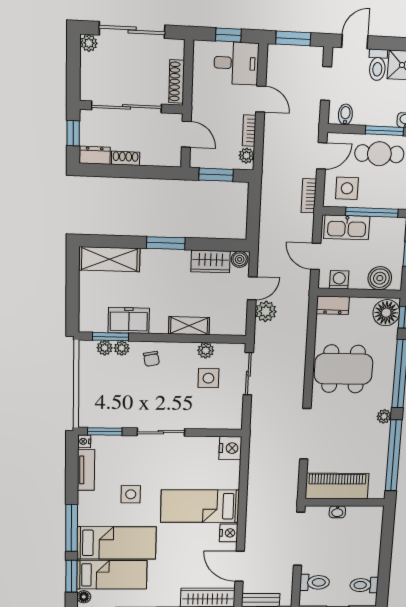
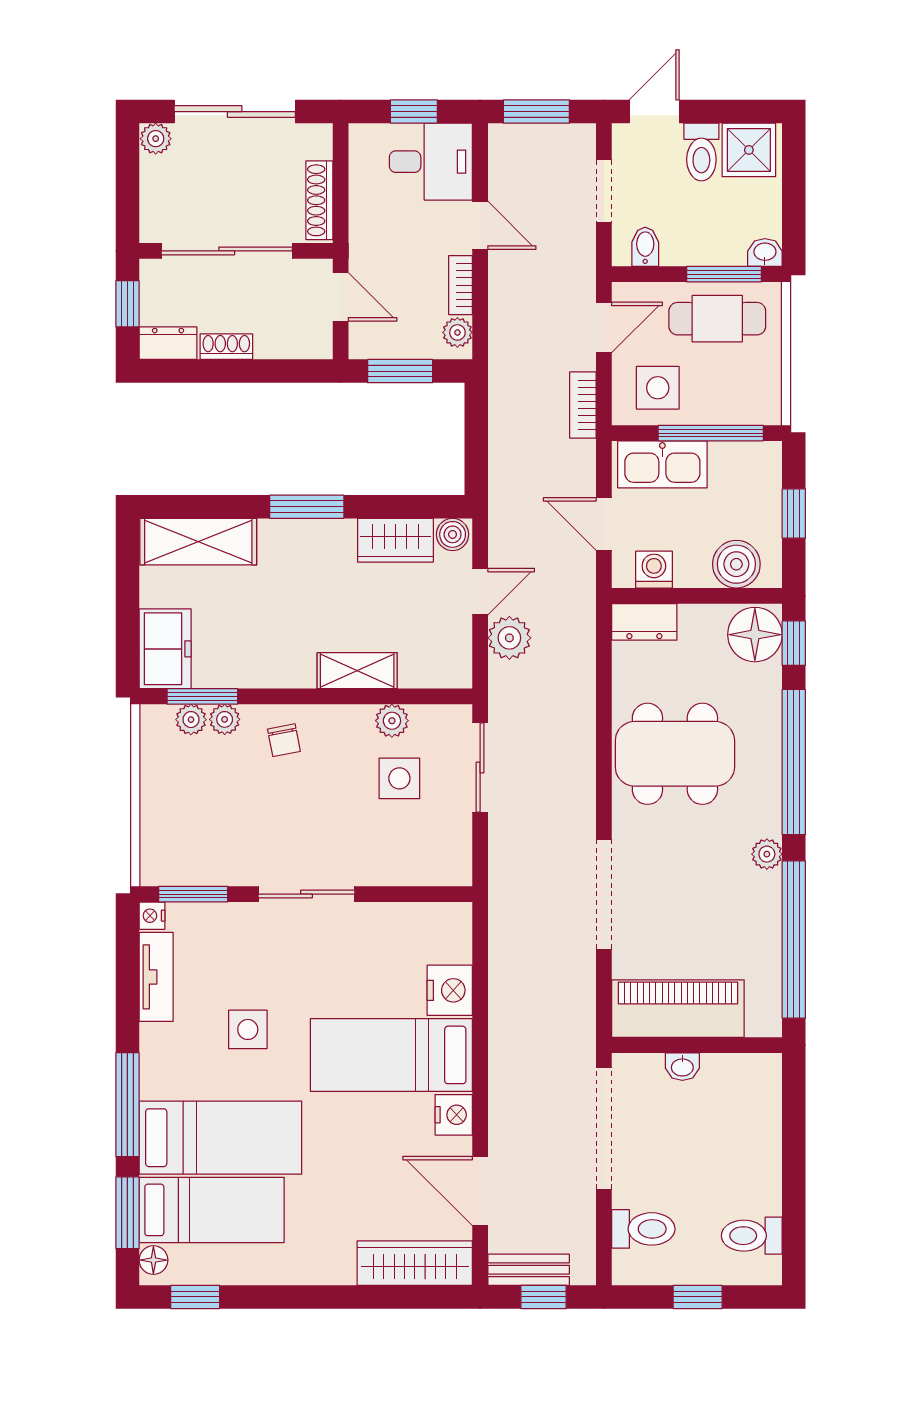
freezer: (129, 320) -> (165, 649), moved, turned 90
nightstand: (230, 448) -> (450, 990), moved

